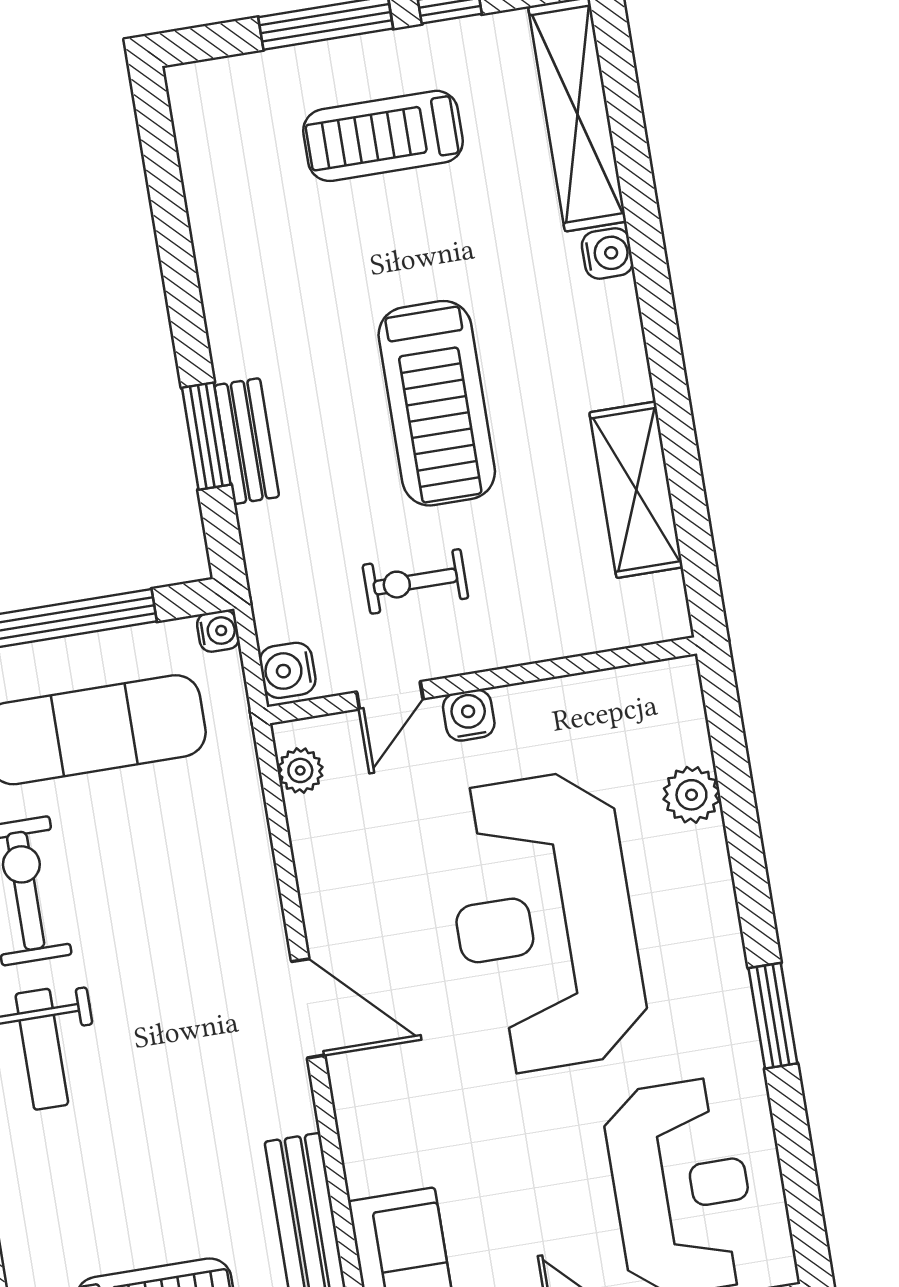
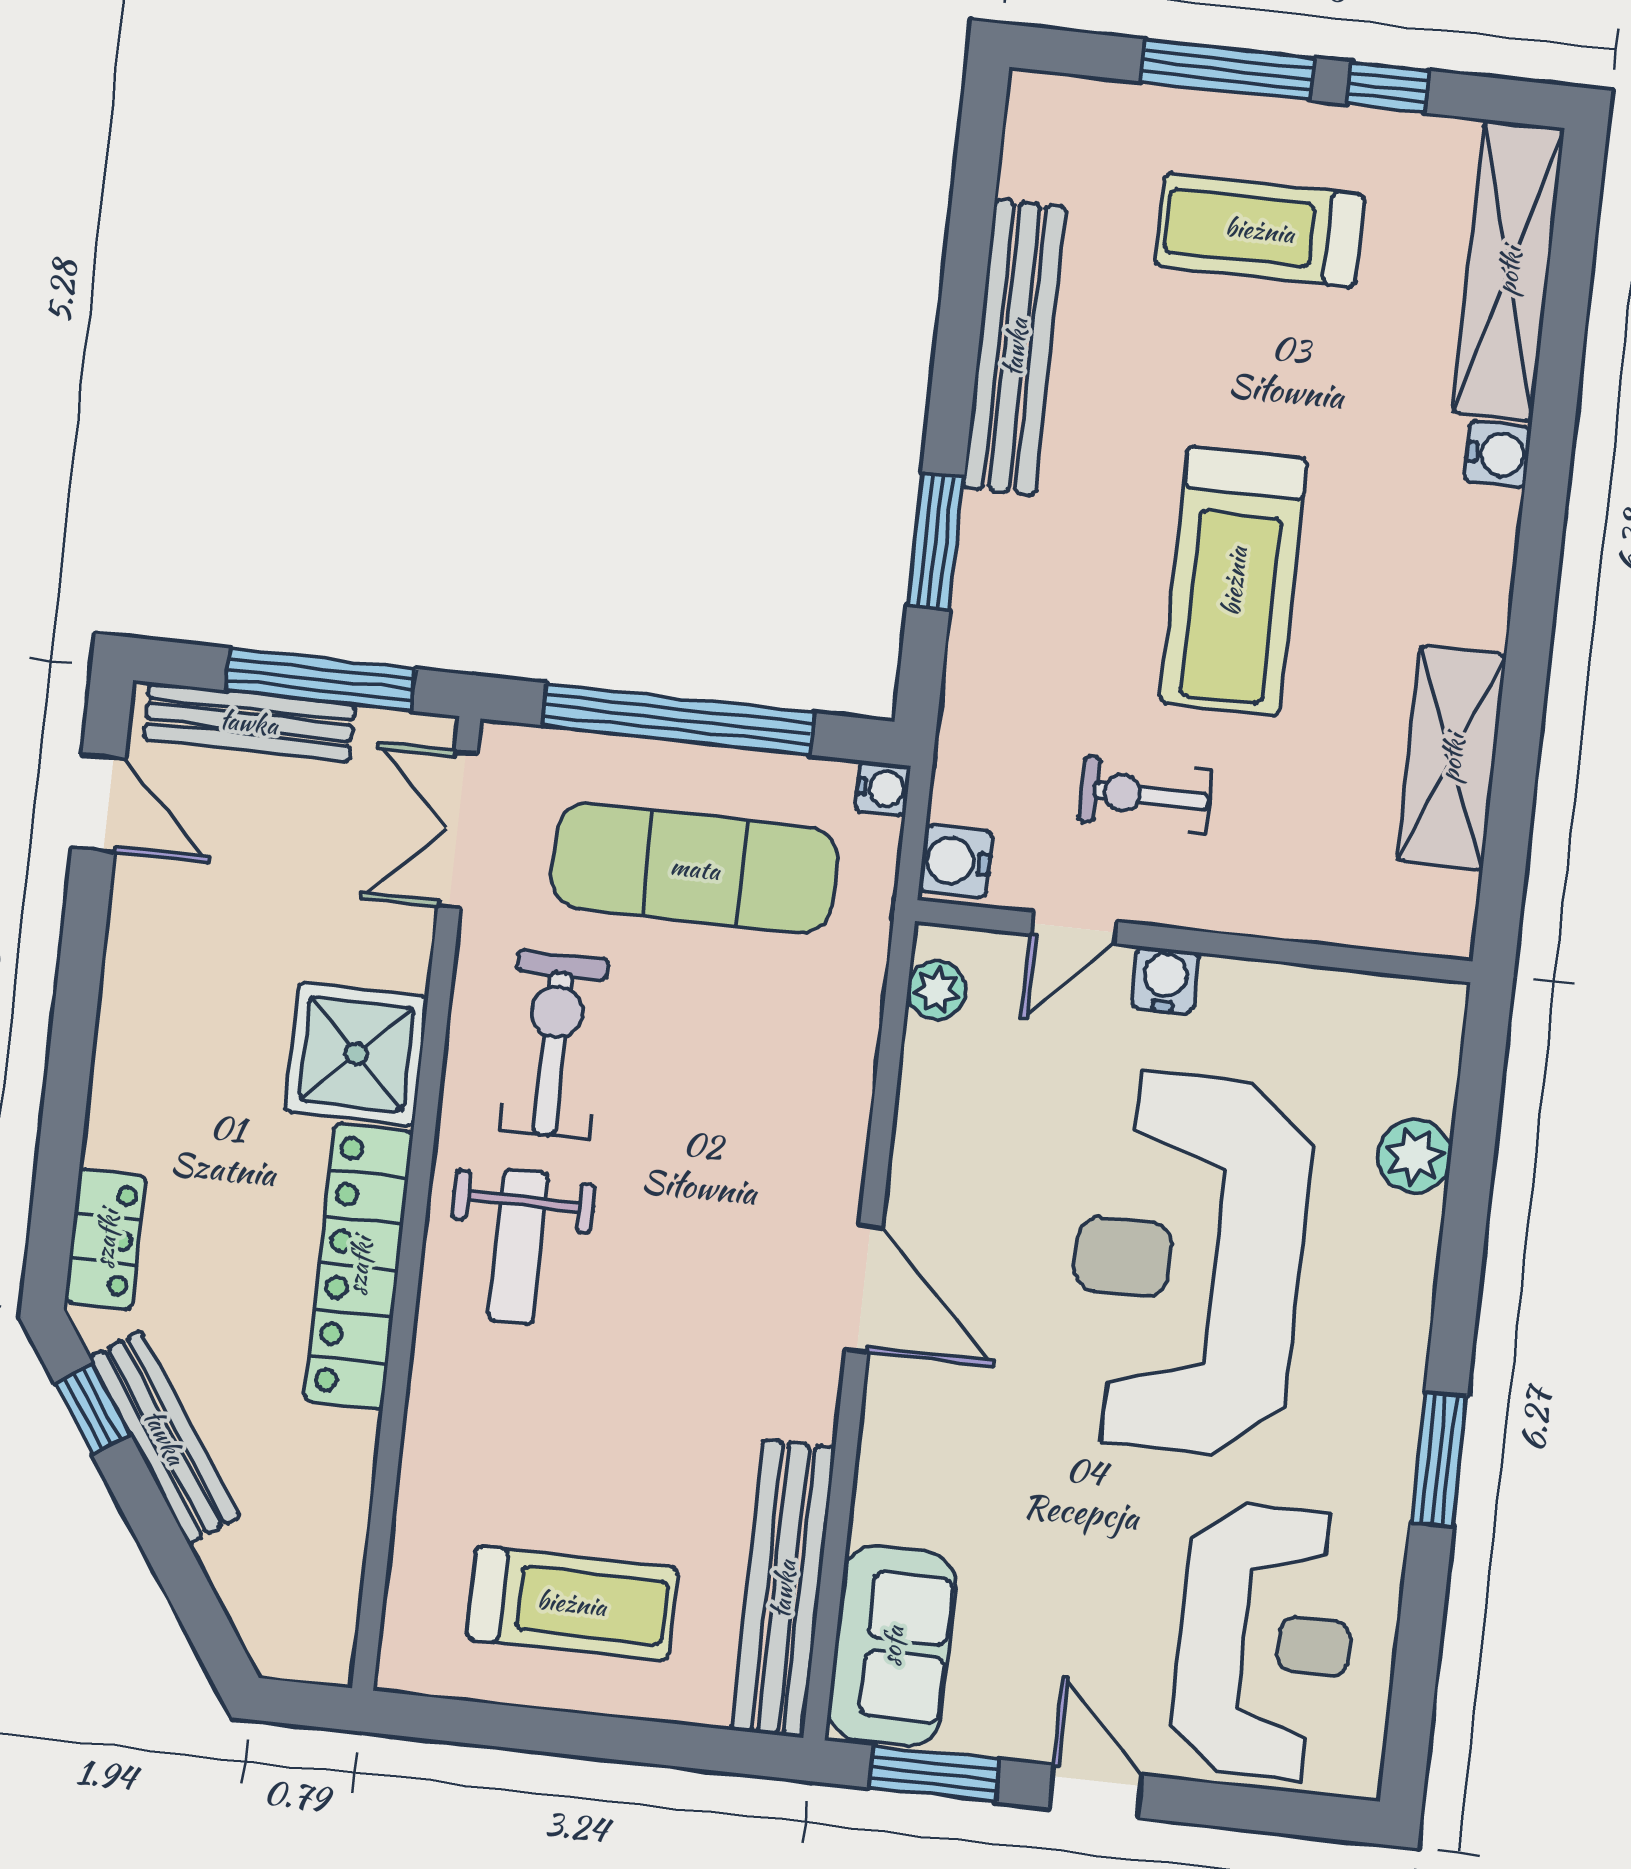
bench: (247, 441) -> (1015, 347), moved, width x1.86, depth x1.21

